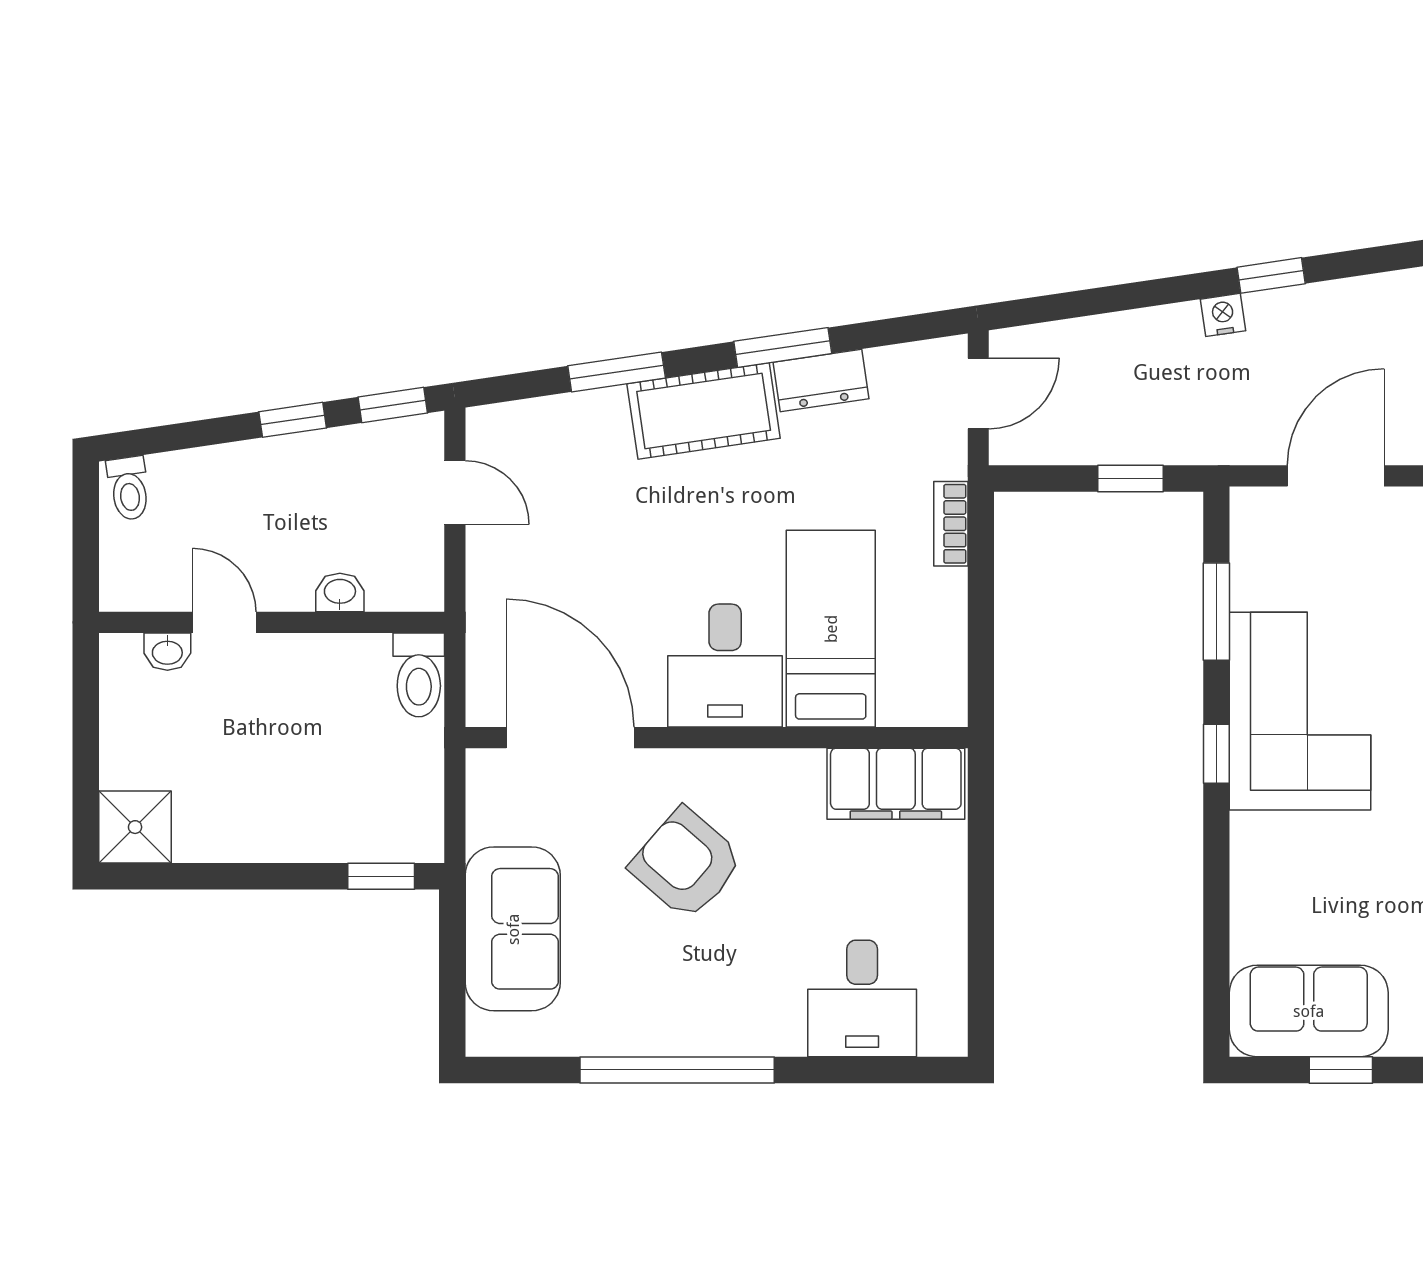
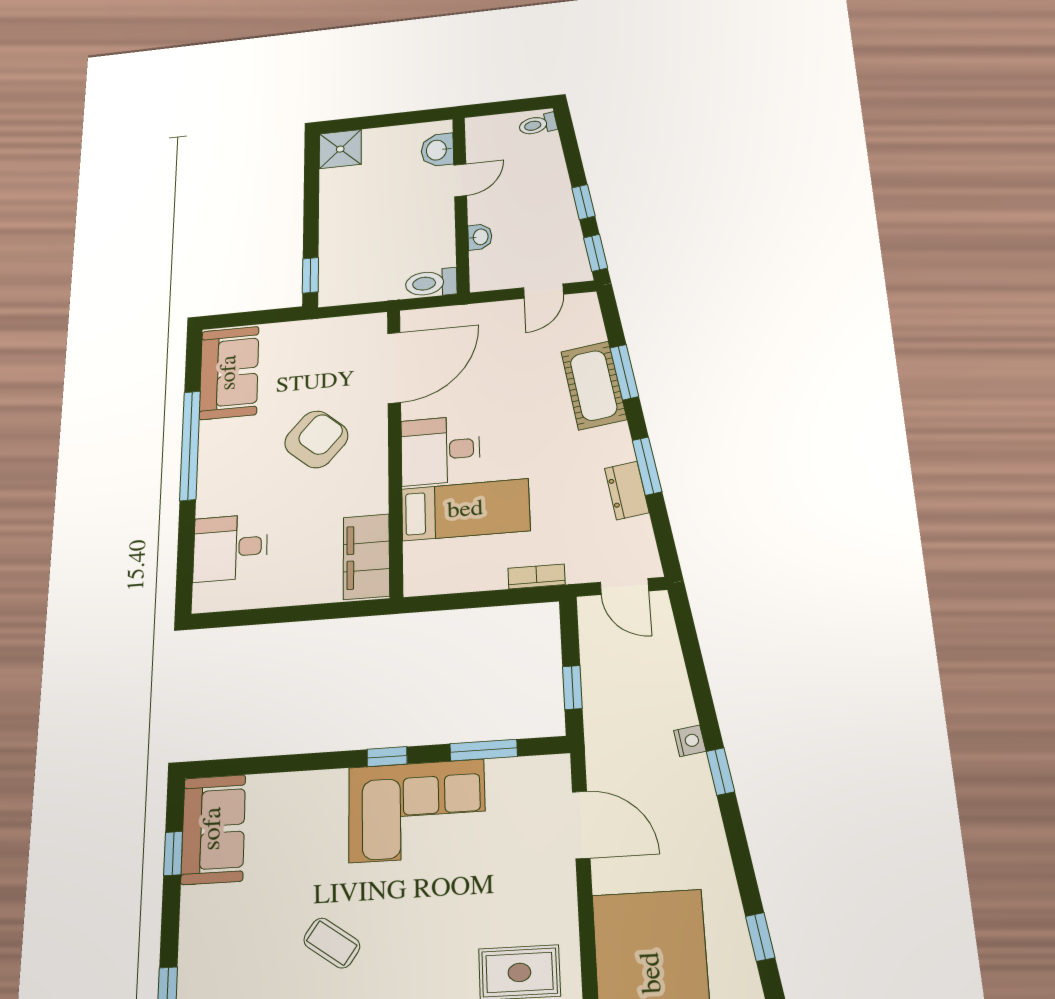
cot: (704, 411) -> (594, 385), moved
washbasin: (167, 652) -> (437, 150), width x1.38, depth x1.45
sofa: (513, 929) -> (229, 373), moved, turned -90

